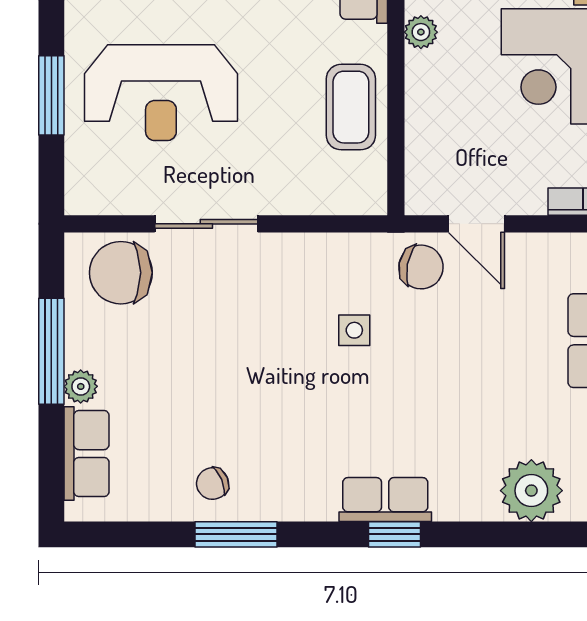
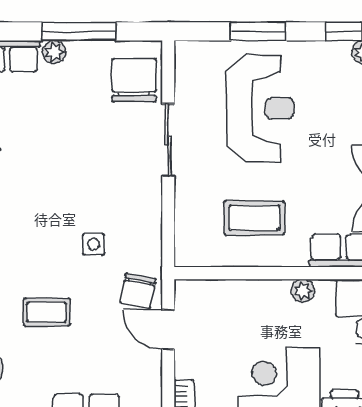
reception desk: (161, 93) -> (260, 108), turned 180
coffee table: (351, 107) -> (254, 218), moved
door: (476, 224) -> (168, 330), hinge flipped
coffee table: (451, 397) -> (47, 312), added

